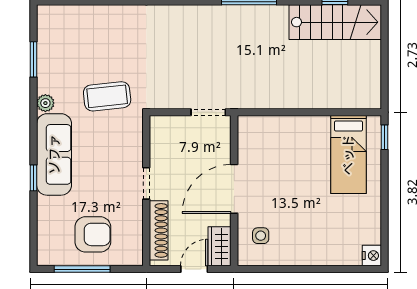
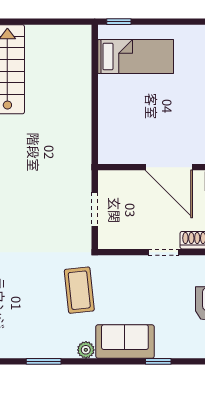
doorway: (208, 112) -> (95, 209), moved
sofa: (54, 154) -> (125, 341), width x0.73

